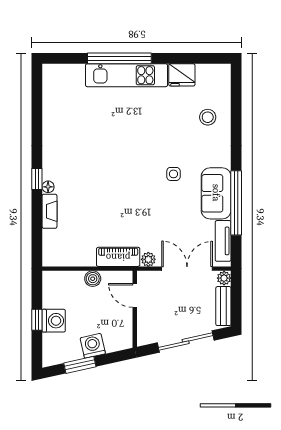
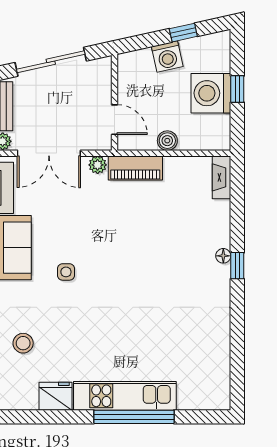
fireplace: (49, 211) -> (221, 177), moved
washing machine: (54, 321) -> (211, 93), width x1.37, depth x1.37
window: (80, 365) -> (183, 33), width x0.67

